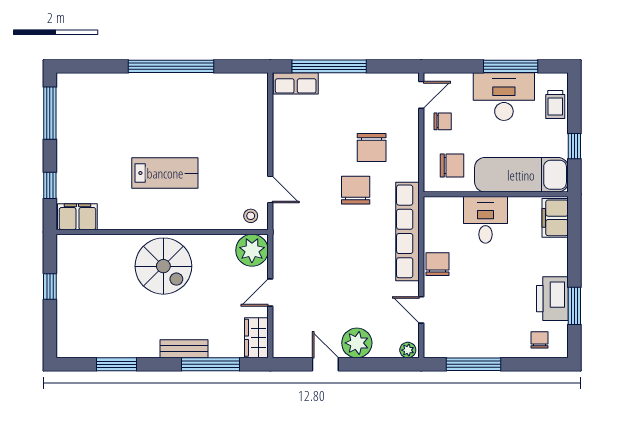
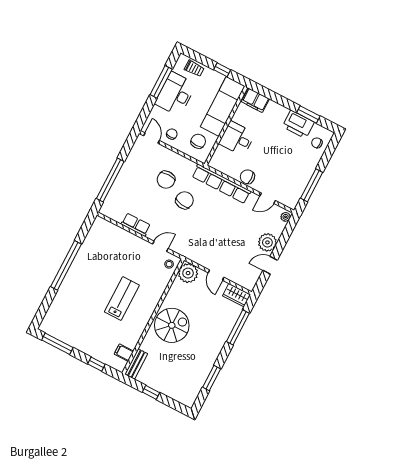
row of seats: (296, 83) -> (136, 225), moved, turned -90
chair: (372, 148) -> (166, 180), turned 90
chair: (356, 190) -> (185, 200), turned 99
filing cabinet: (77, 217) -> (124, 353), width x0.50
bench: (184, 349) -> (136, 364), moved

